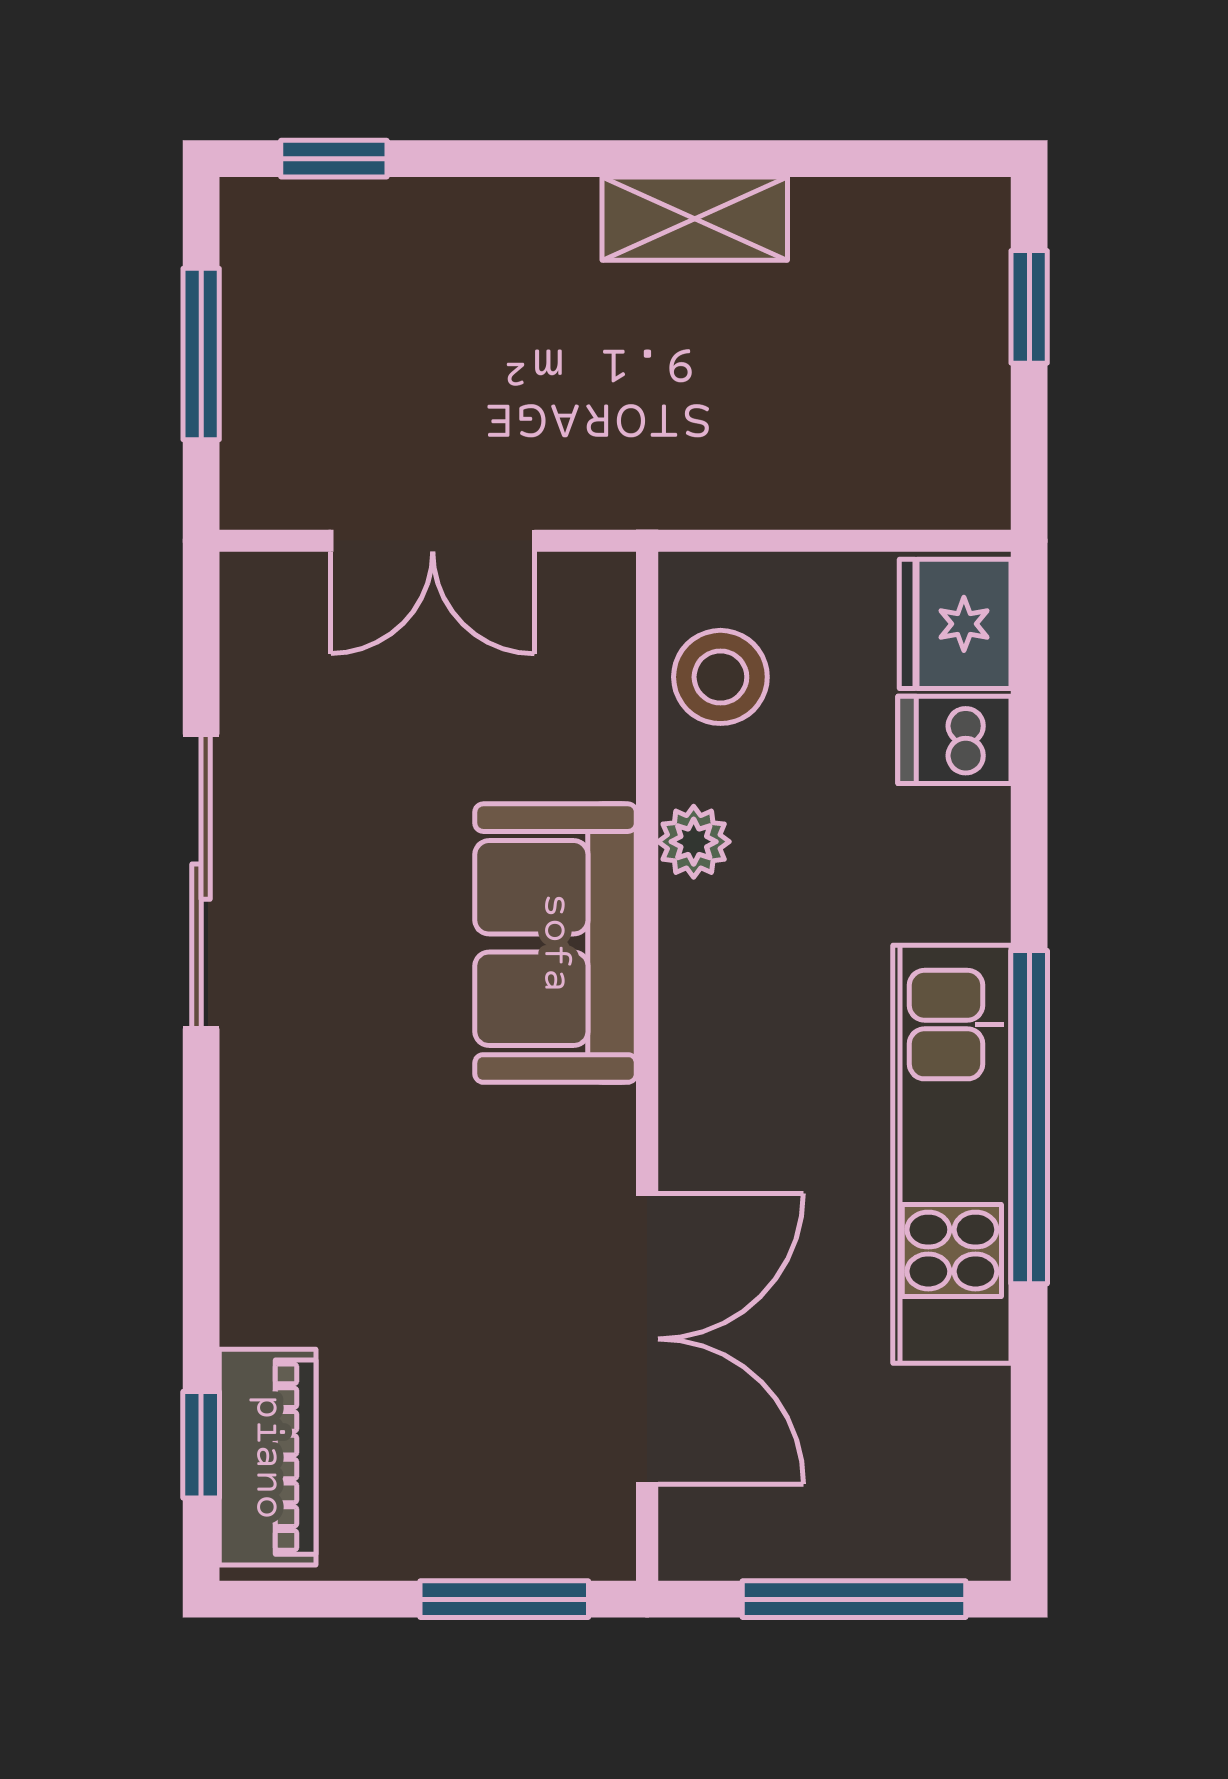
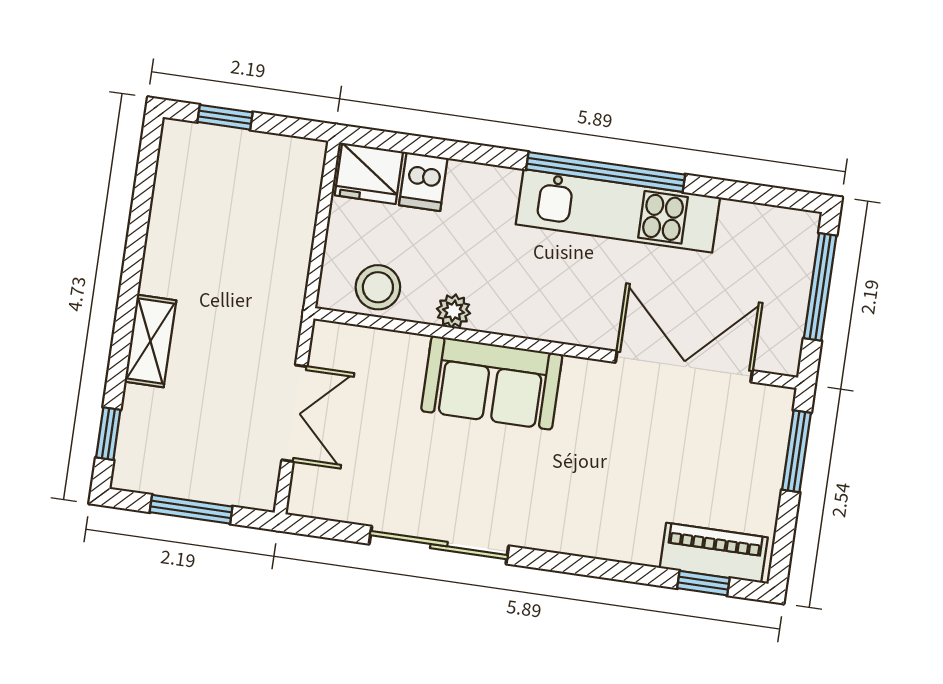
shelving: (695, 219) -> (150, 341), moved

